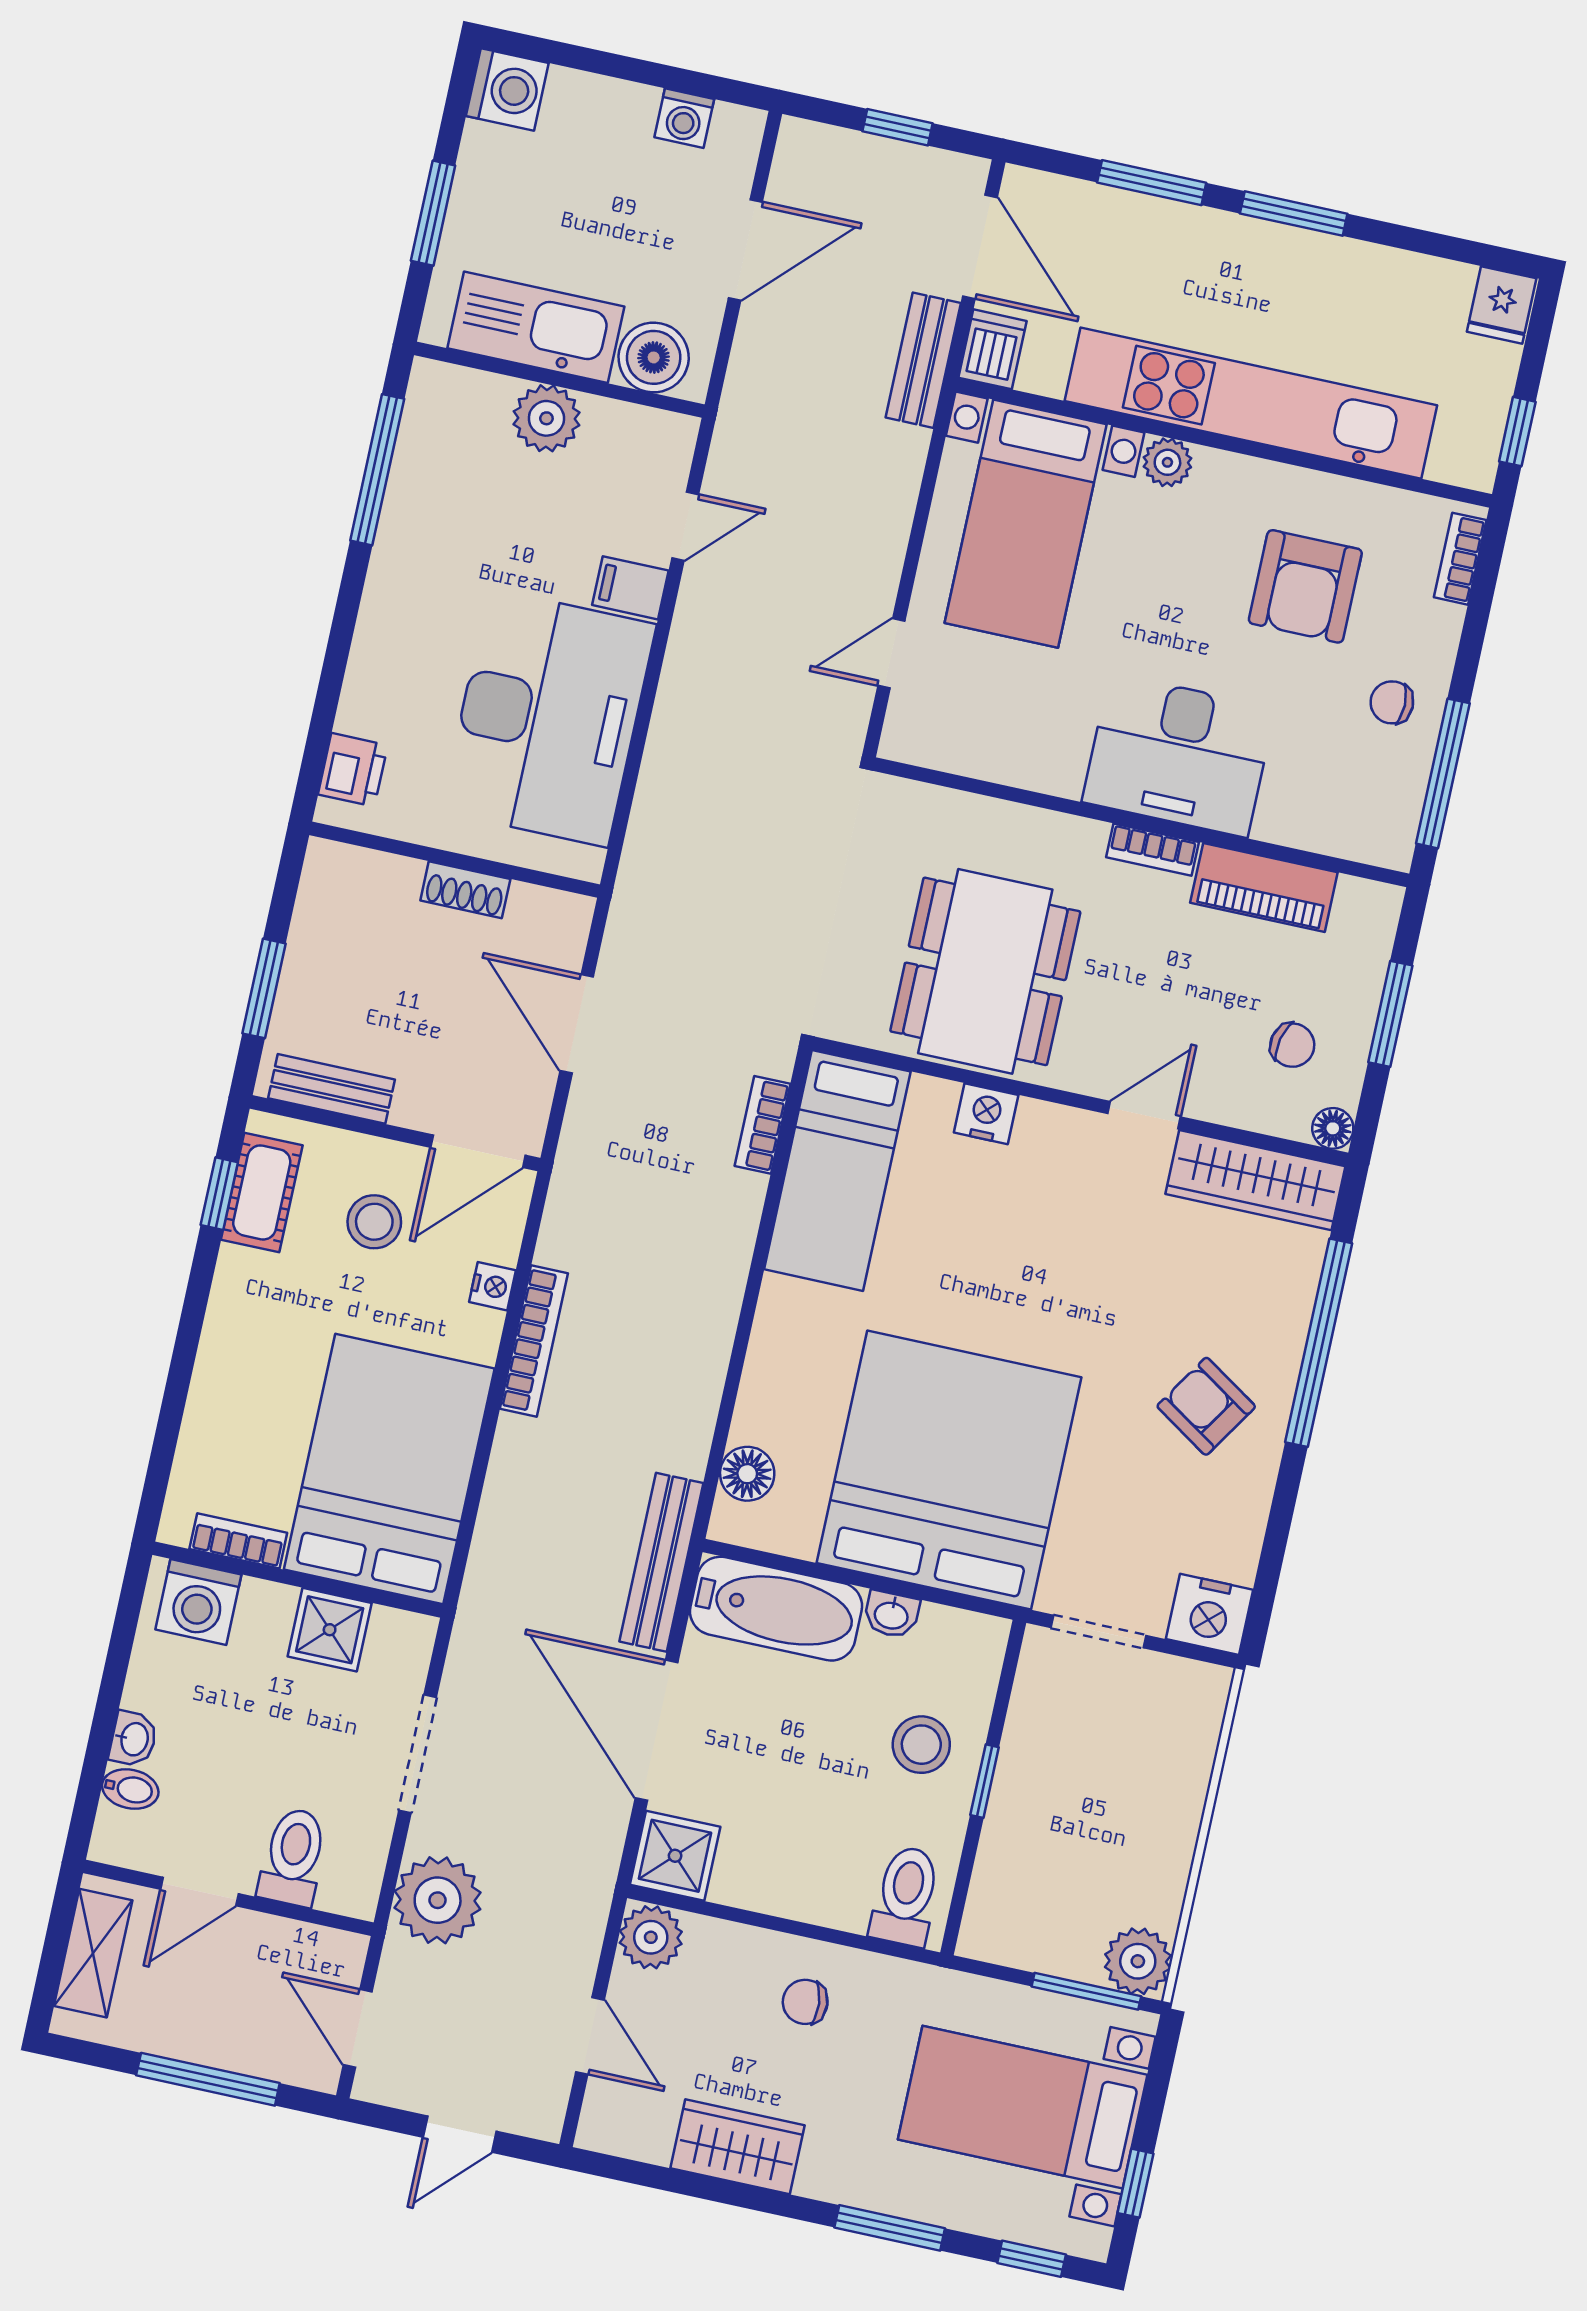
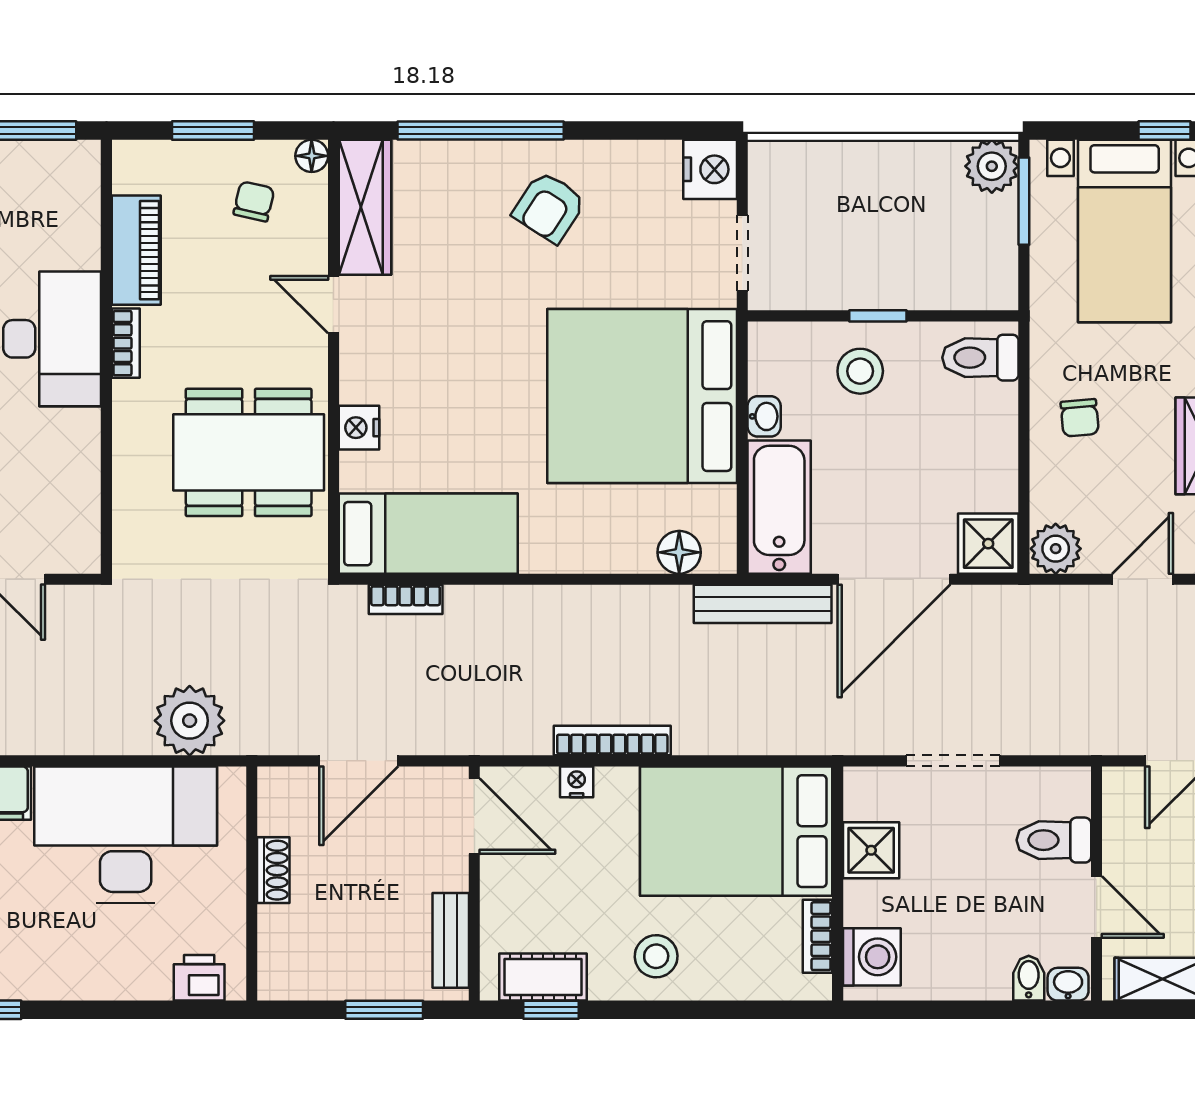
stool: (374, 1222) -> (656, 956), moved
washbasin: (133, 1739) -> (1068, 984), moved
plant: (438, 1900) -> (190, 721), moved

